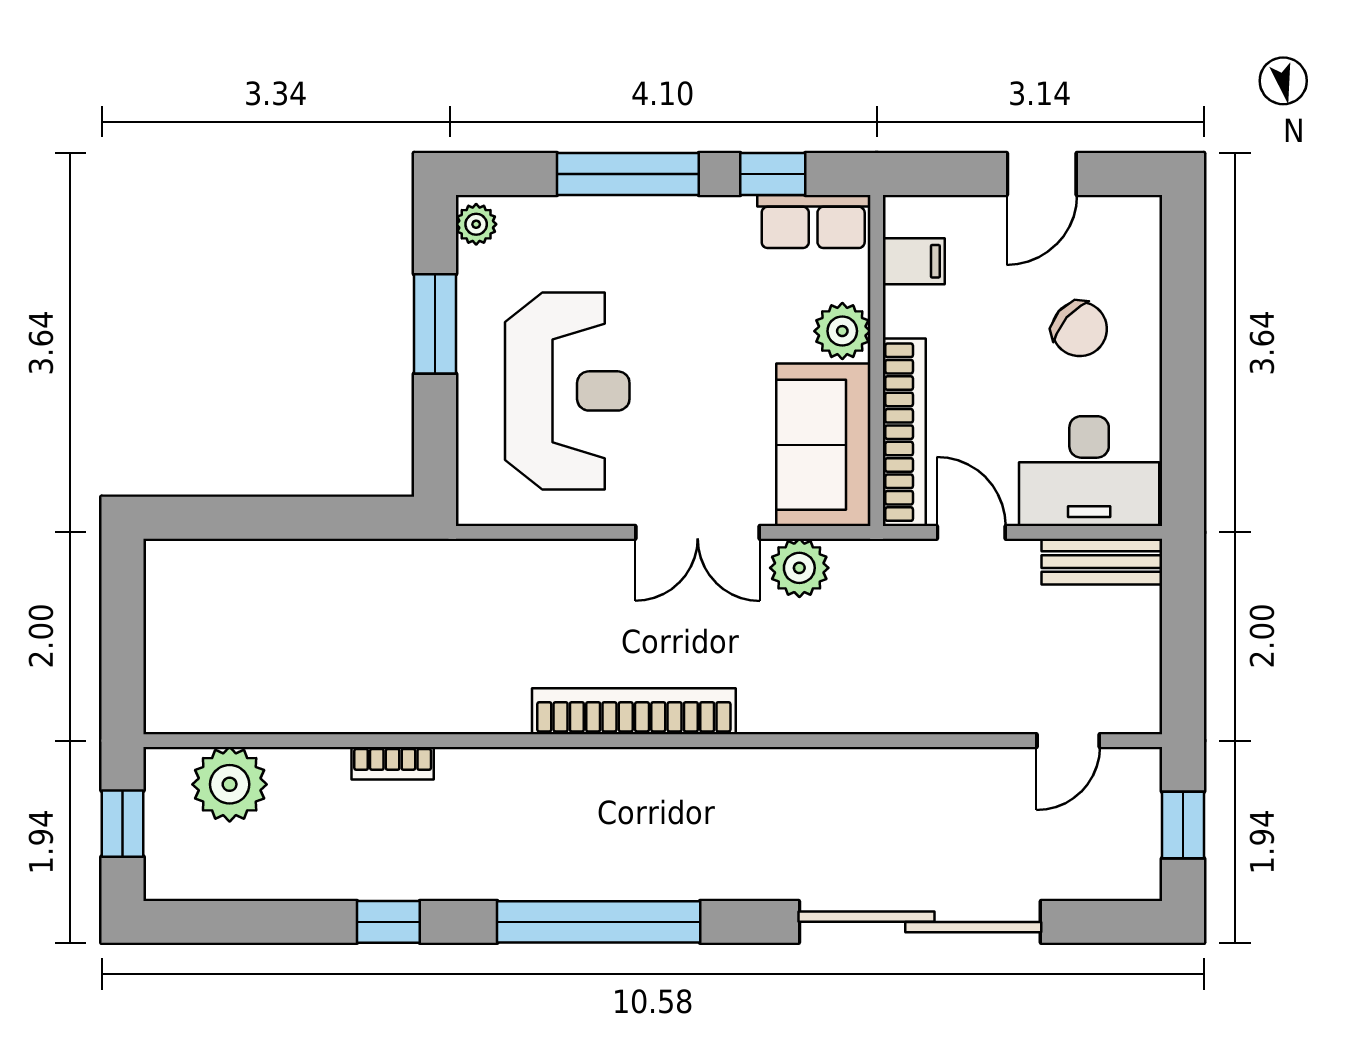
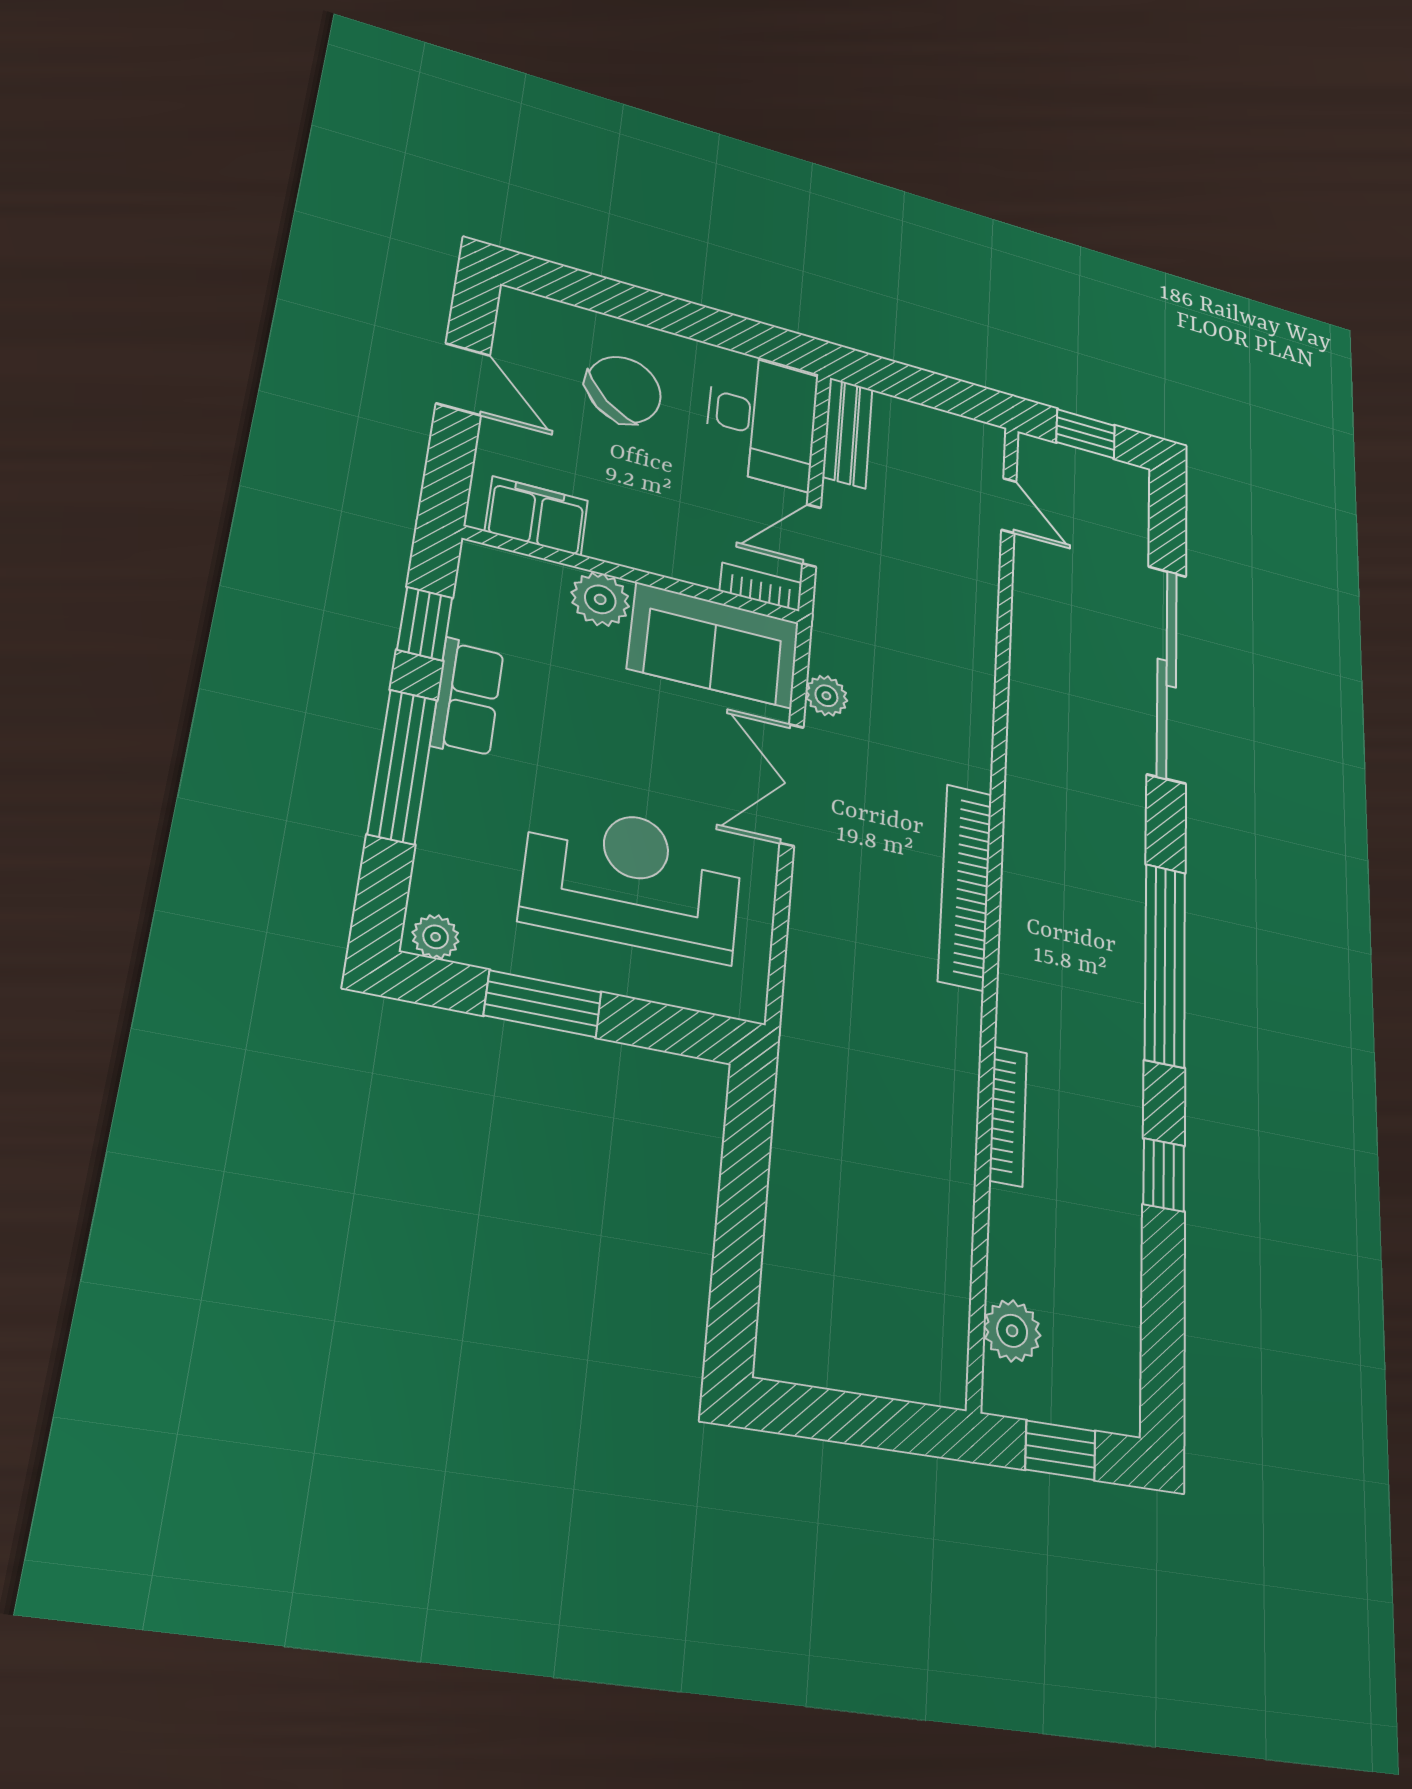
row of seats: (813, 222) -> (467, 698), moved
filing cabinet: (914, 261) -> (537, 516), width x2.00
chair: (1080, 329) -> (624, 390), width x1.37, depth x1.37
bookcase: (904, 432) -> (761, 587), width x0.43, depth x0.76
double door: (698, 532) -> (792, 785), swing flipped
plant: (799, 568) -> (826, 696), width x0.73, depth x0.73
bookcase: (393, 763) -> (1008, 1116), width x1.56
plant: (230, 784) -> (1012, 1331), width x0.73, depth x0.73

